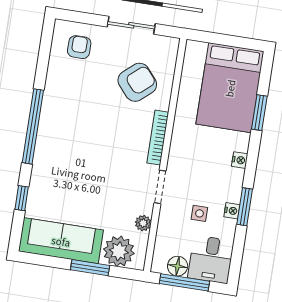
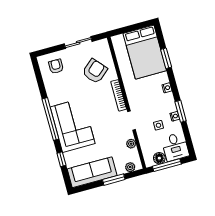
corner sofa: (64, 152) -> (73, 125), added
plant: (119, 251) -> (130, 167), width x0.53, depth x0.53

